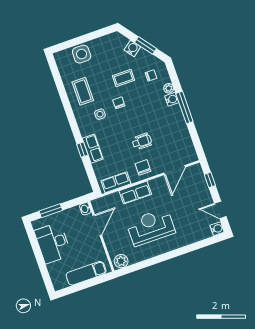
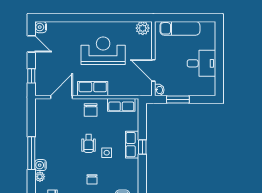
side table: (100, 114) -> (107, 153), moved
wheelchair: (142, 141) -> (89, 144), moved, turned -90
row of seats: (135, 193) -> (93, 89), moved
window: (51, 211) -> (178, 99), moved
door: (97, 225) -> (153, 70), hinge flipped
reception desk: (151, 227) -> (103, 51), turned 180
desk: (53, 243) -> (201, 63), width x0.73

